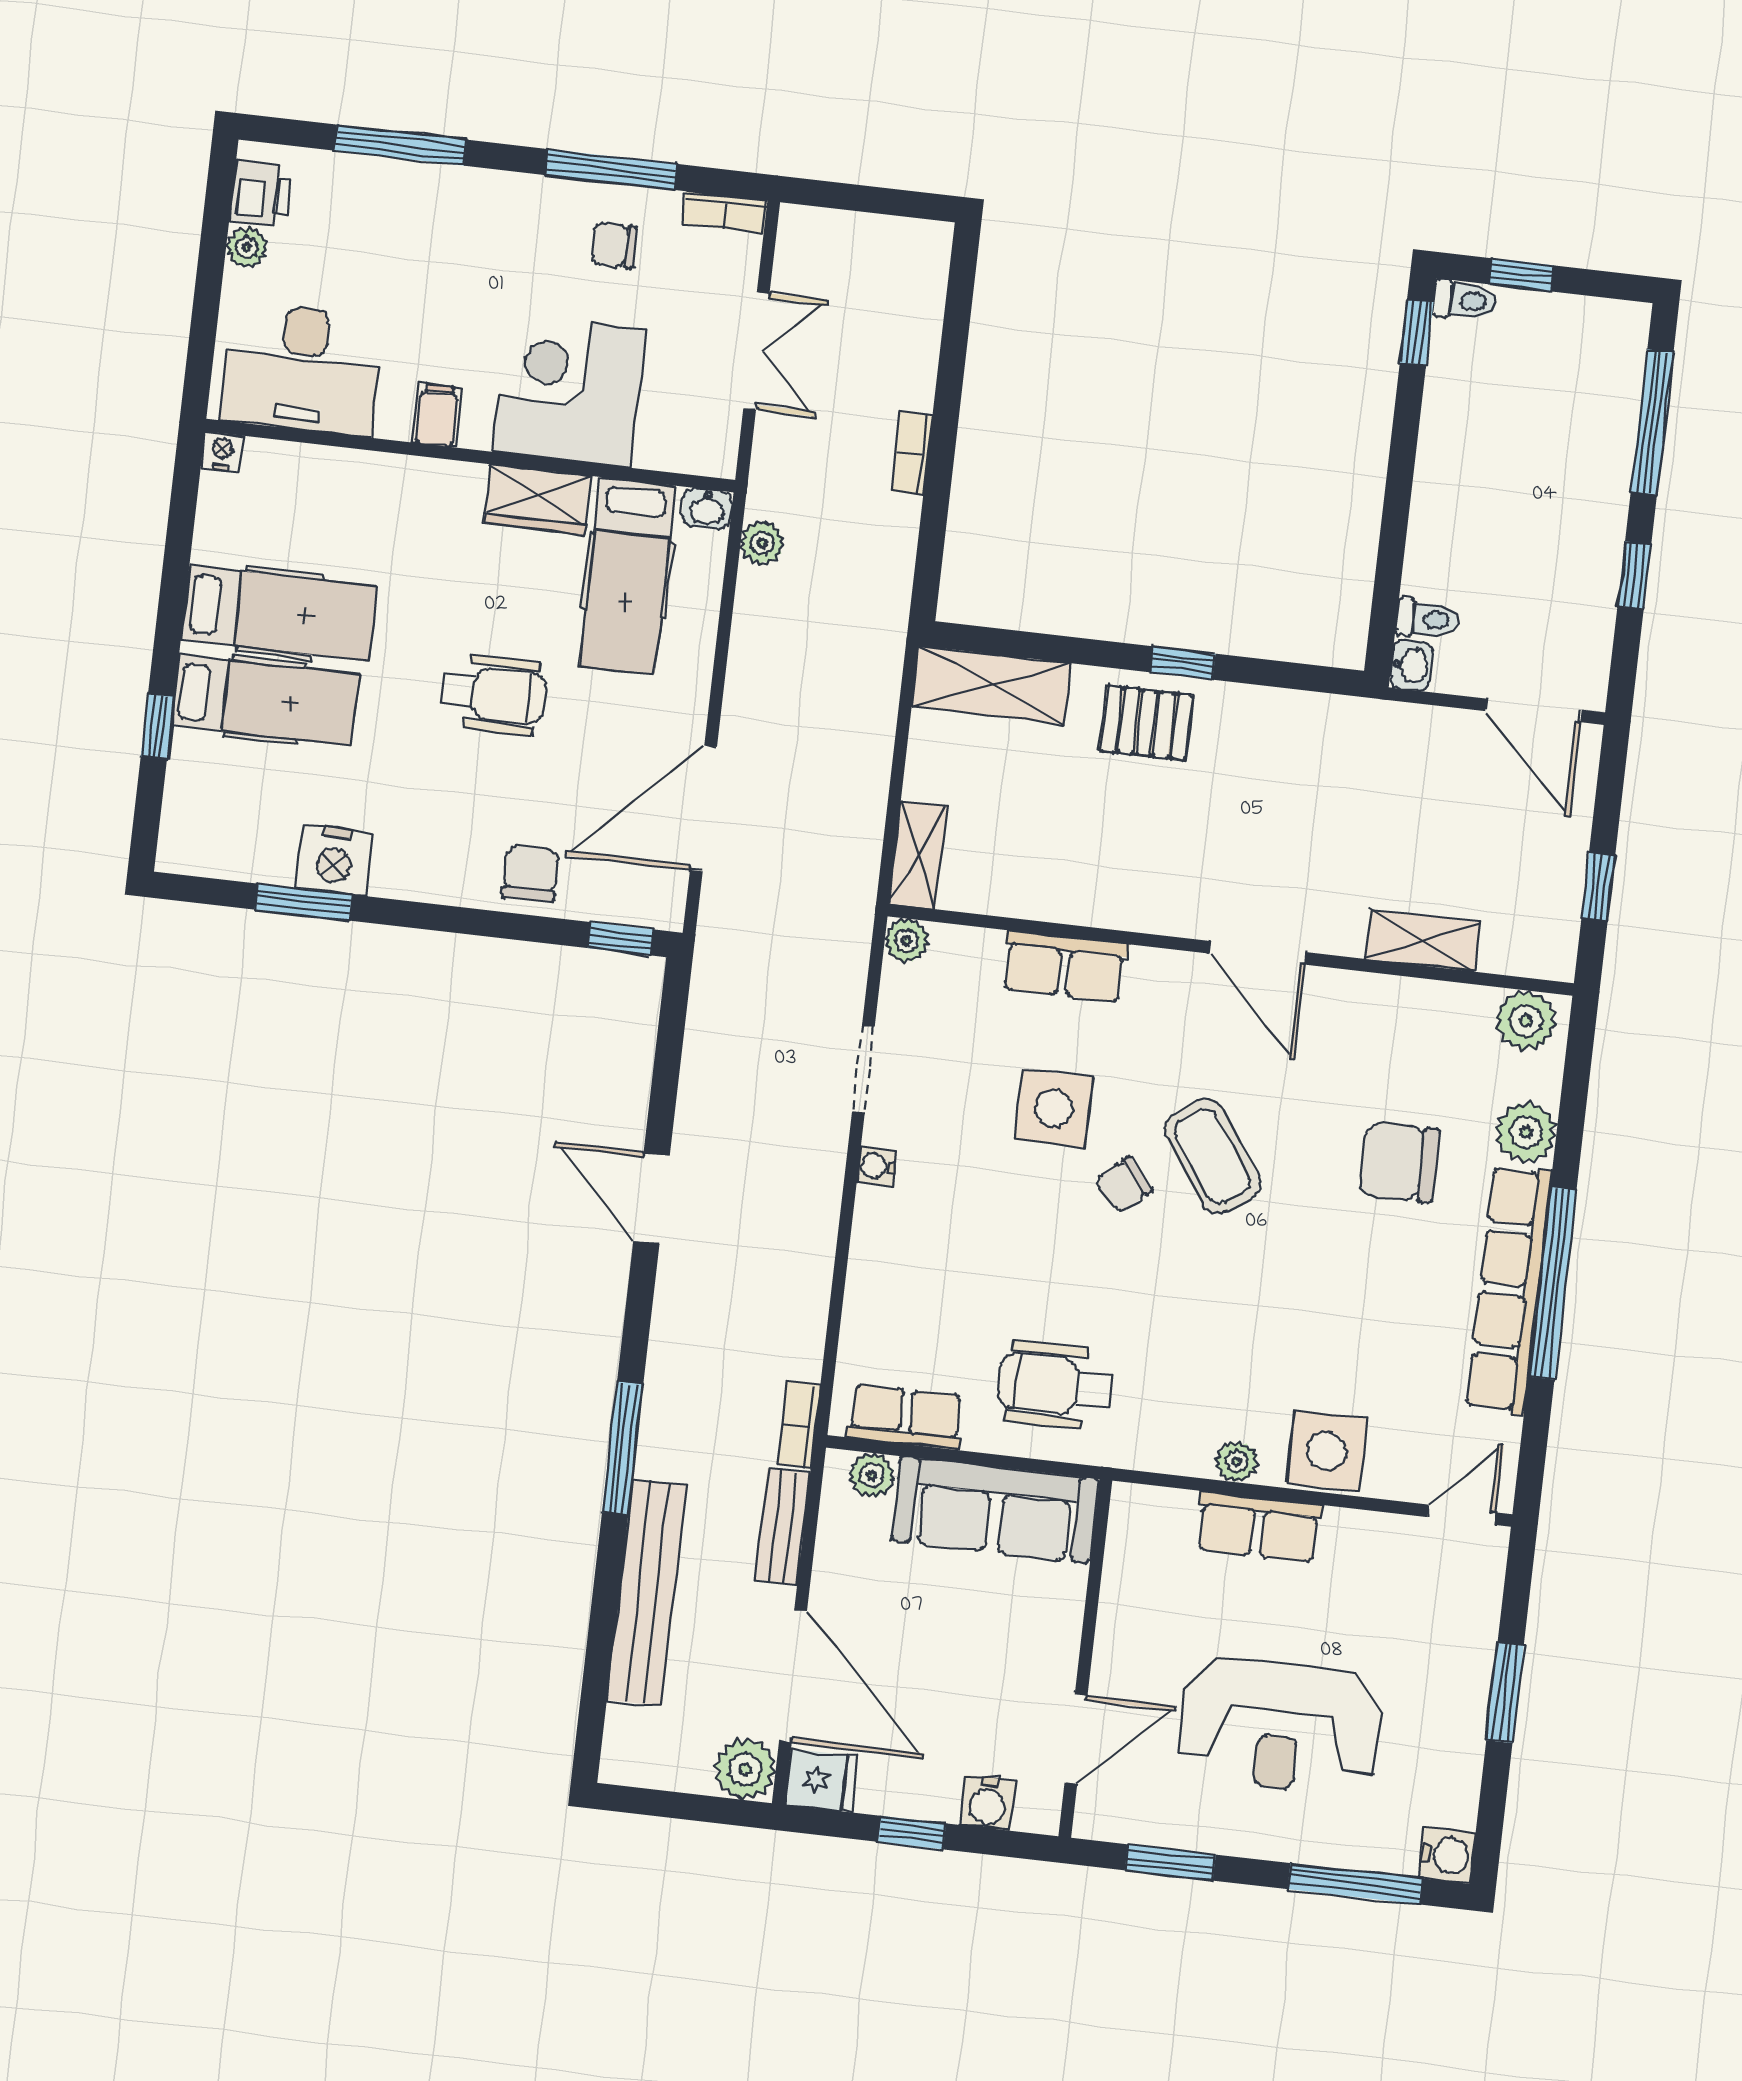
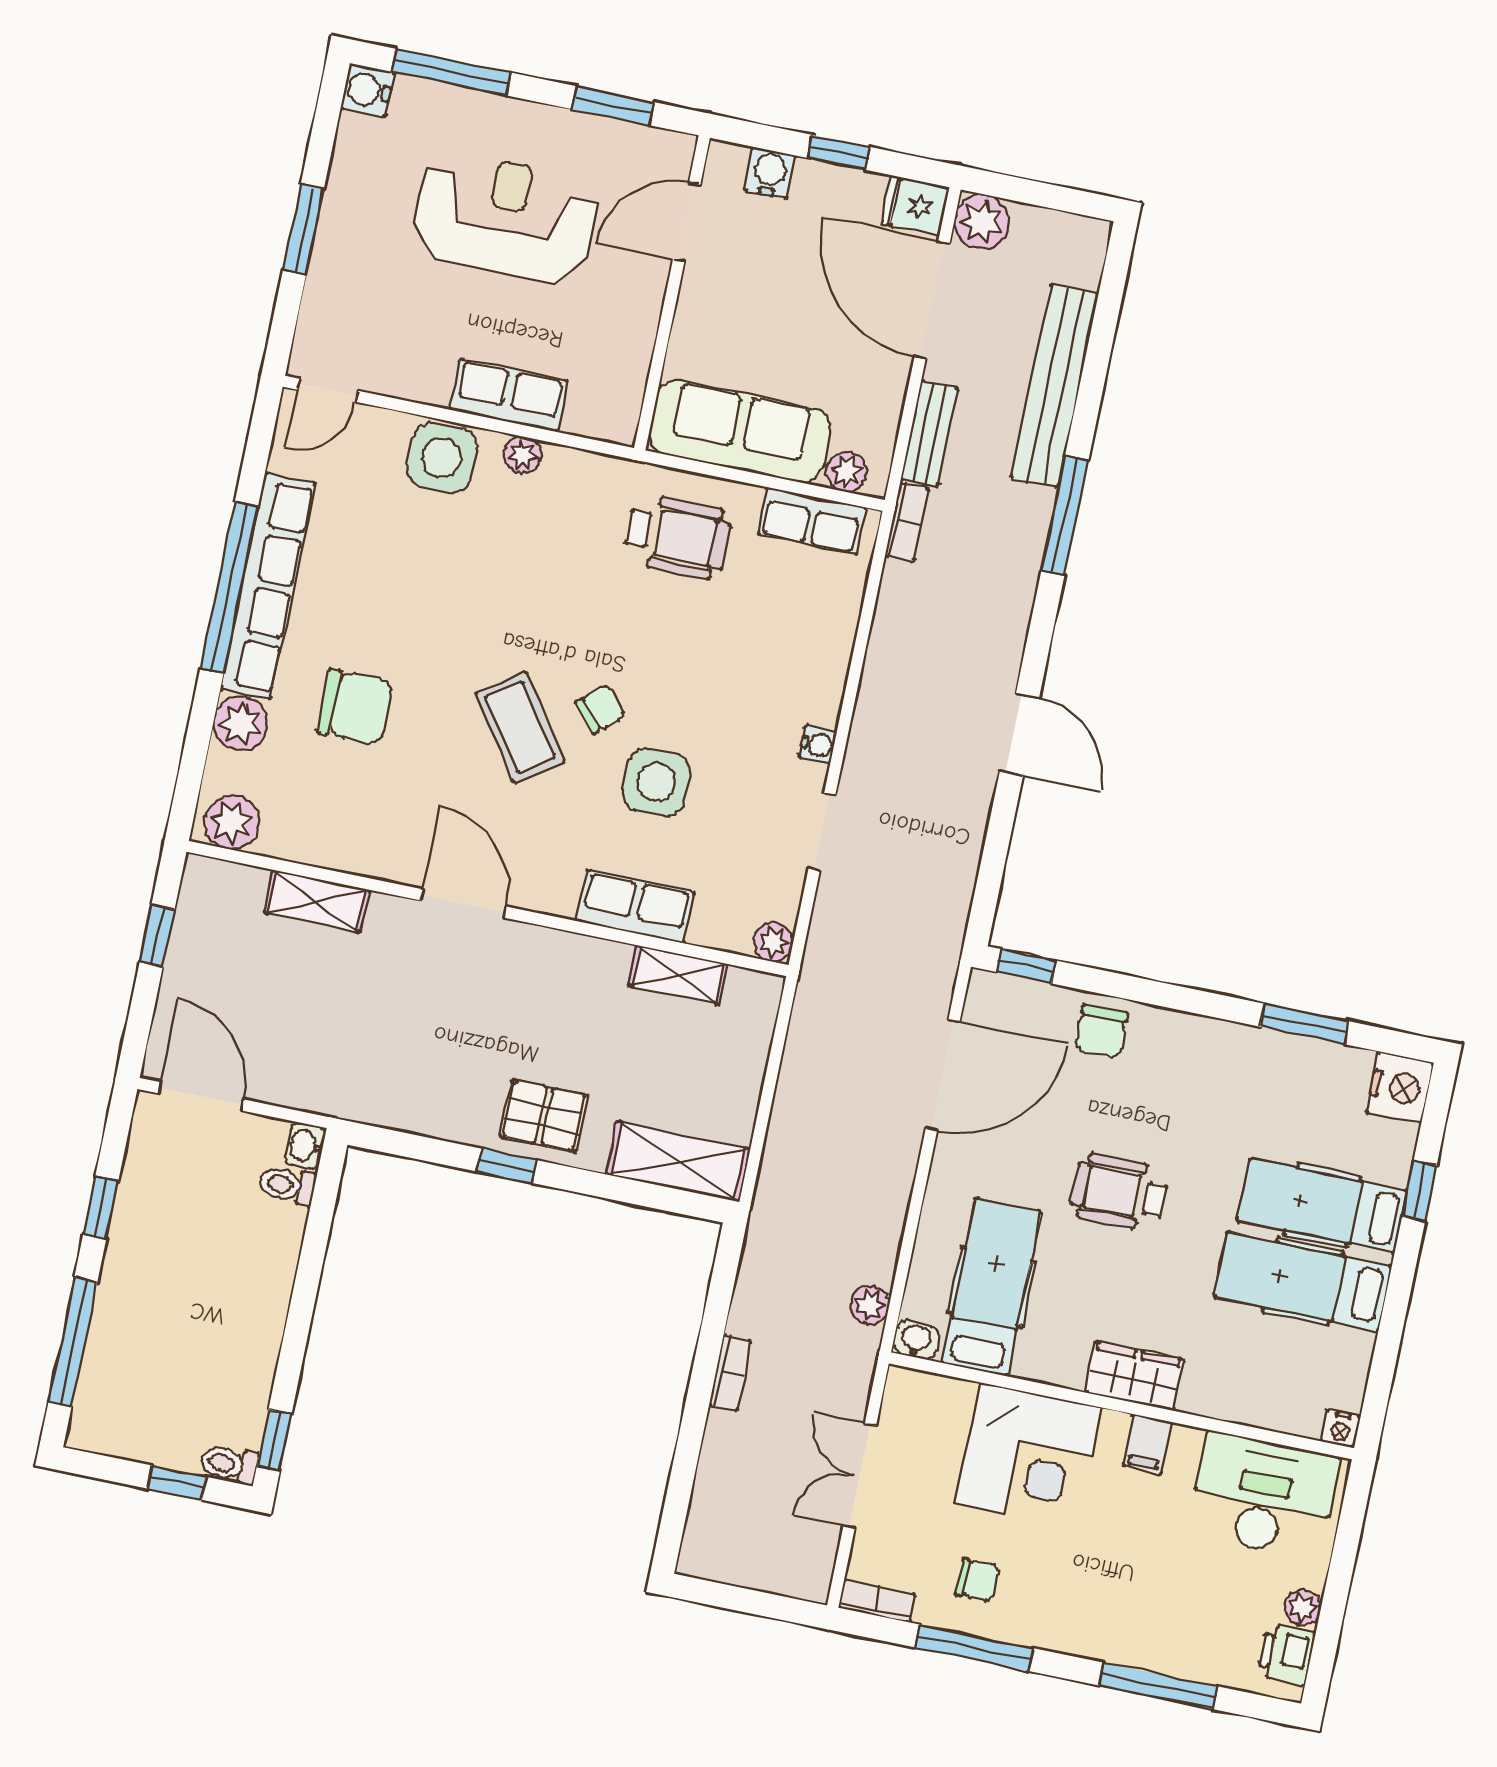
wardrobe: (538, 499) -> (1134, 1376), moved
shelving: (918, 855) -> (678, 975), moved, turned 90
nightstand: (334, 861) -> (1400, 1088), moved, turned 90

